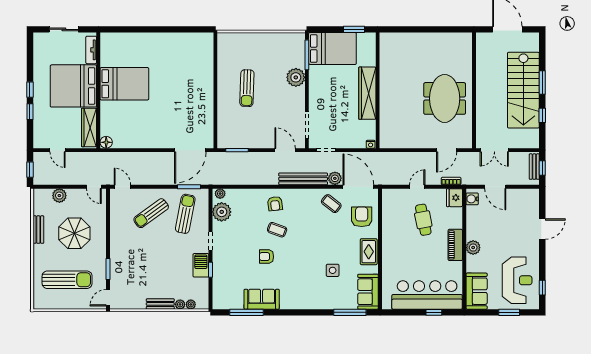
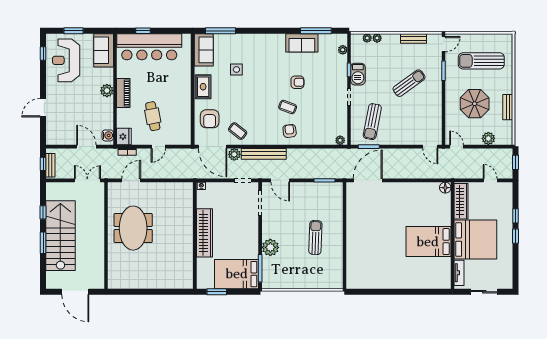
plant: (222, 212) -> (343, 50), moved, width x0.53, depth x0.53
sun lounger: (151, 213) -> (409, 83), moved
bench: (160, 304) -> (413, 38), moved

